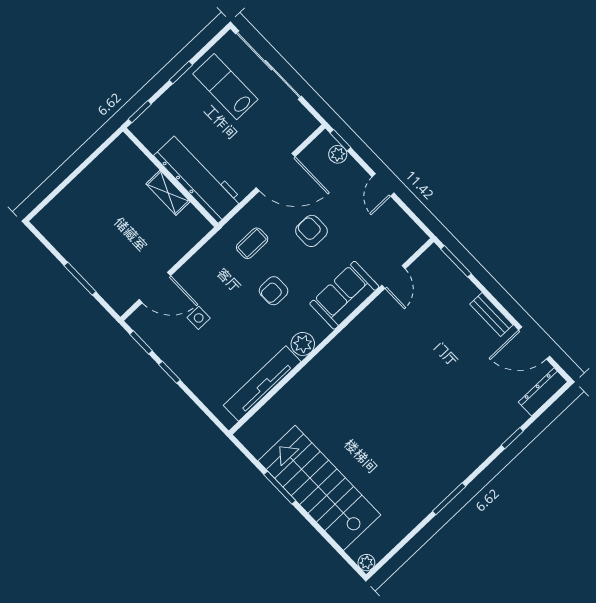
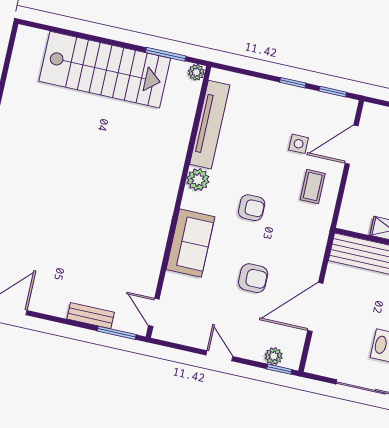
coffee table: (252, 243) -> (313, 187), moved
door: (393, 277) -> (154, 312), moved
armchair: (274, 291) -> (252, 208), turned 90
bench: (491, 315) -> (91, 316), moved
window: (280, 488) -> (166, 54), moved
plant: (366, 563) -> (196, 72), moved

